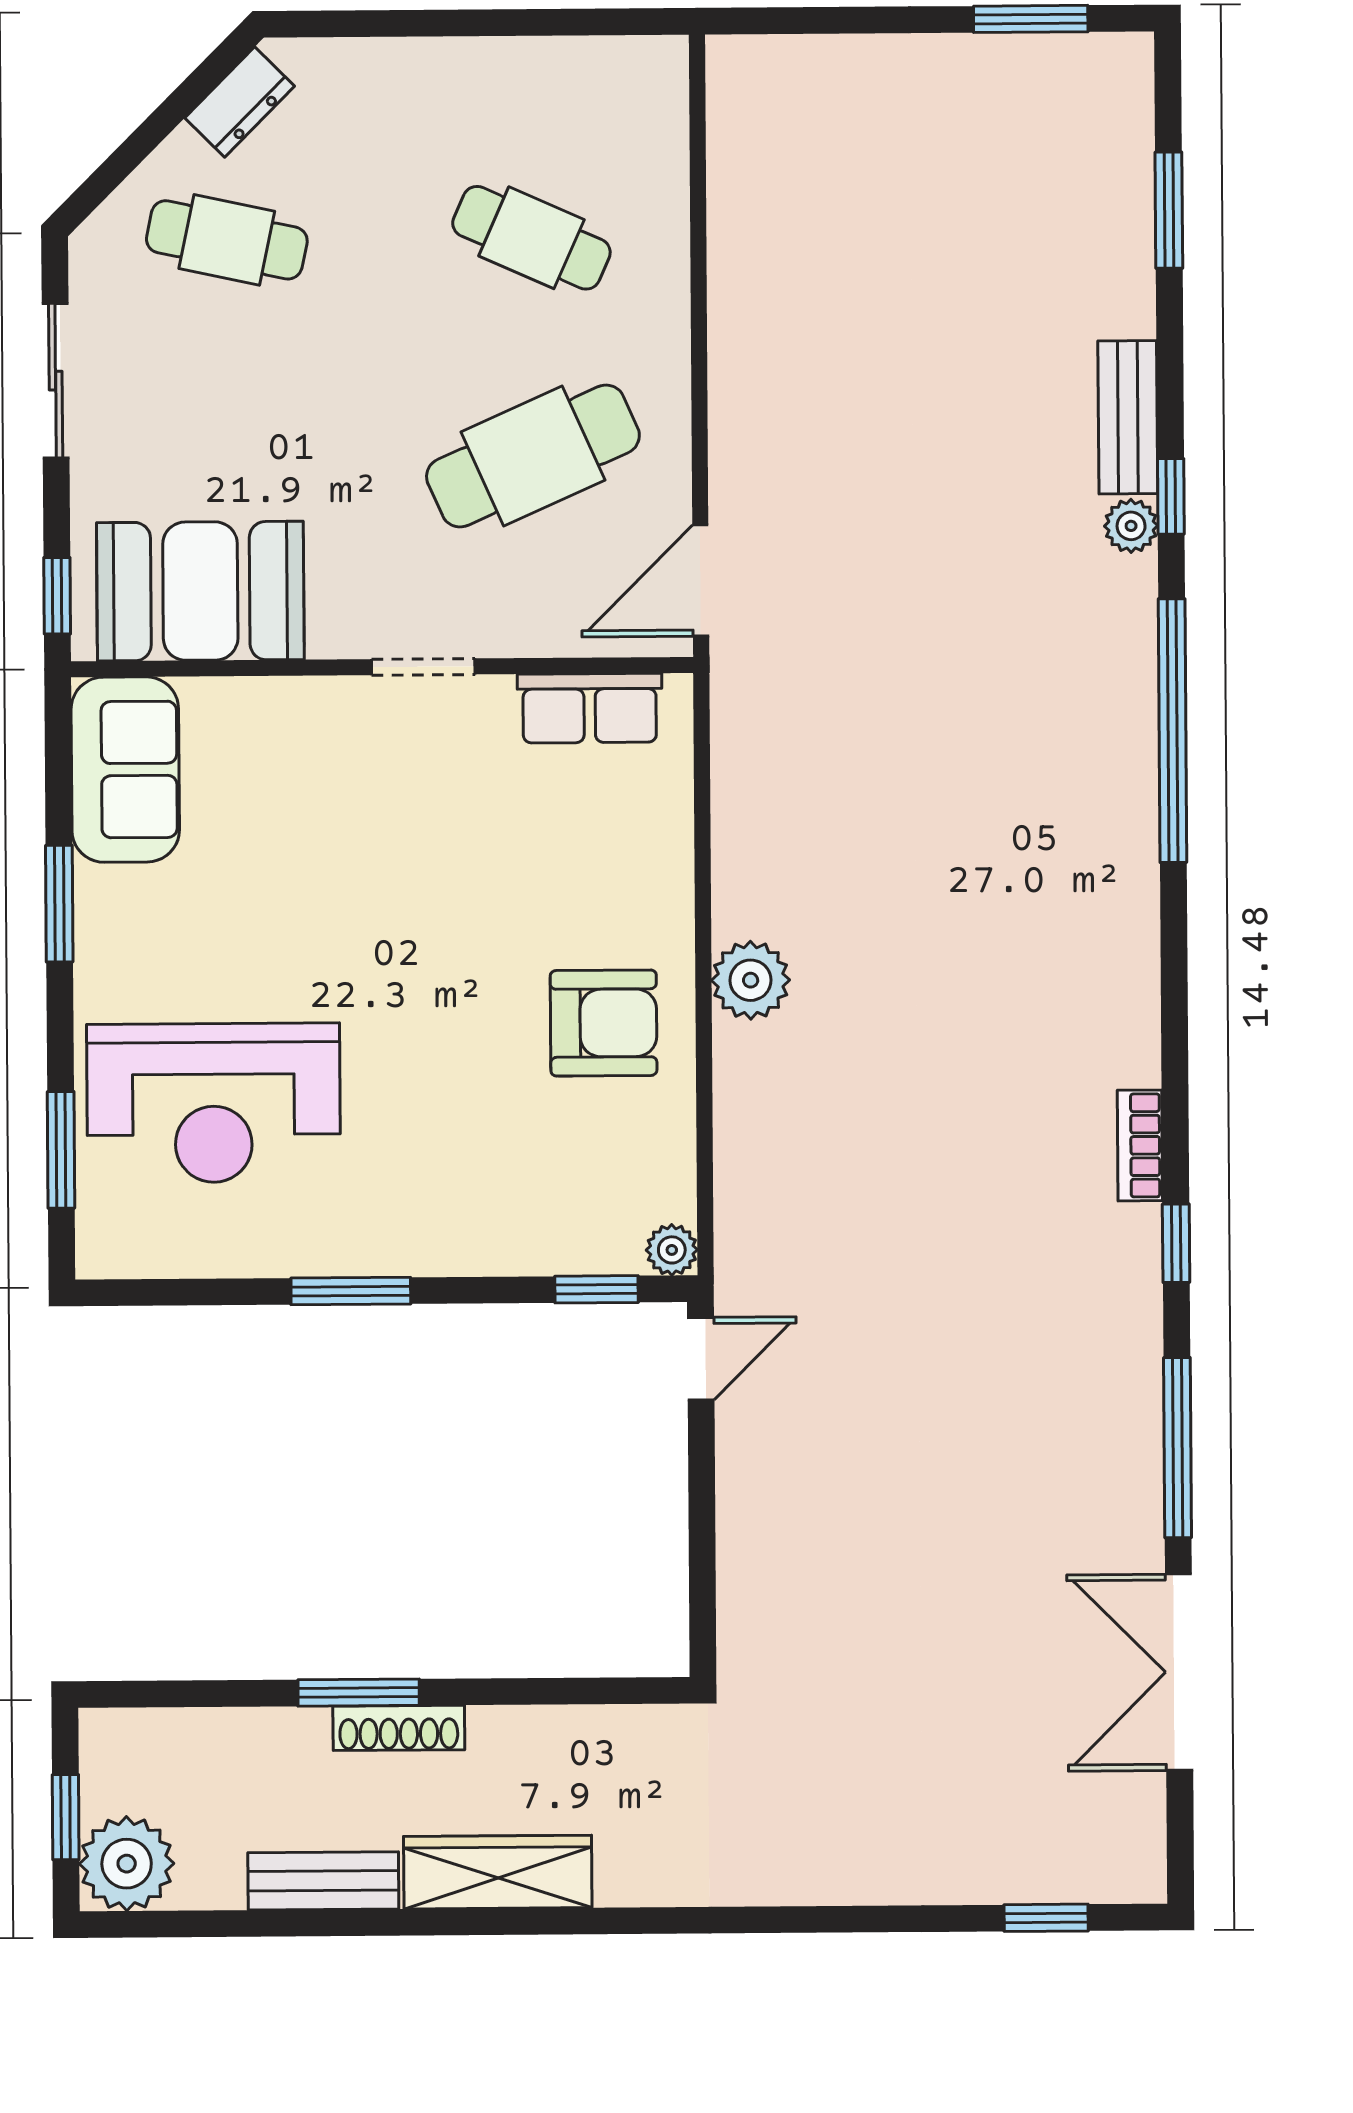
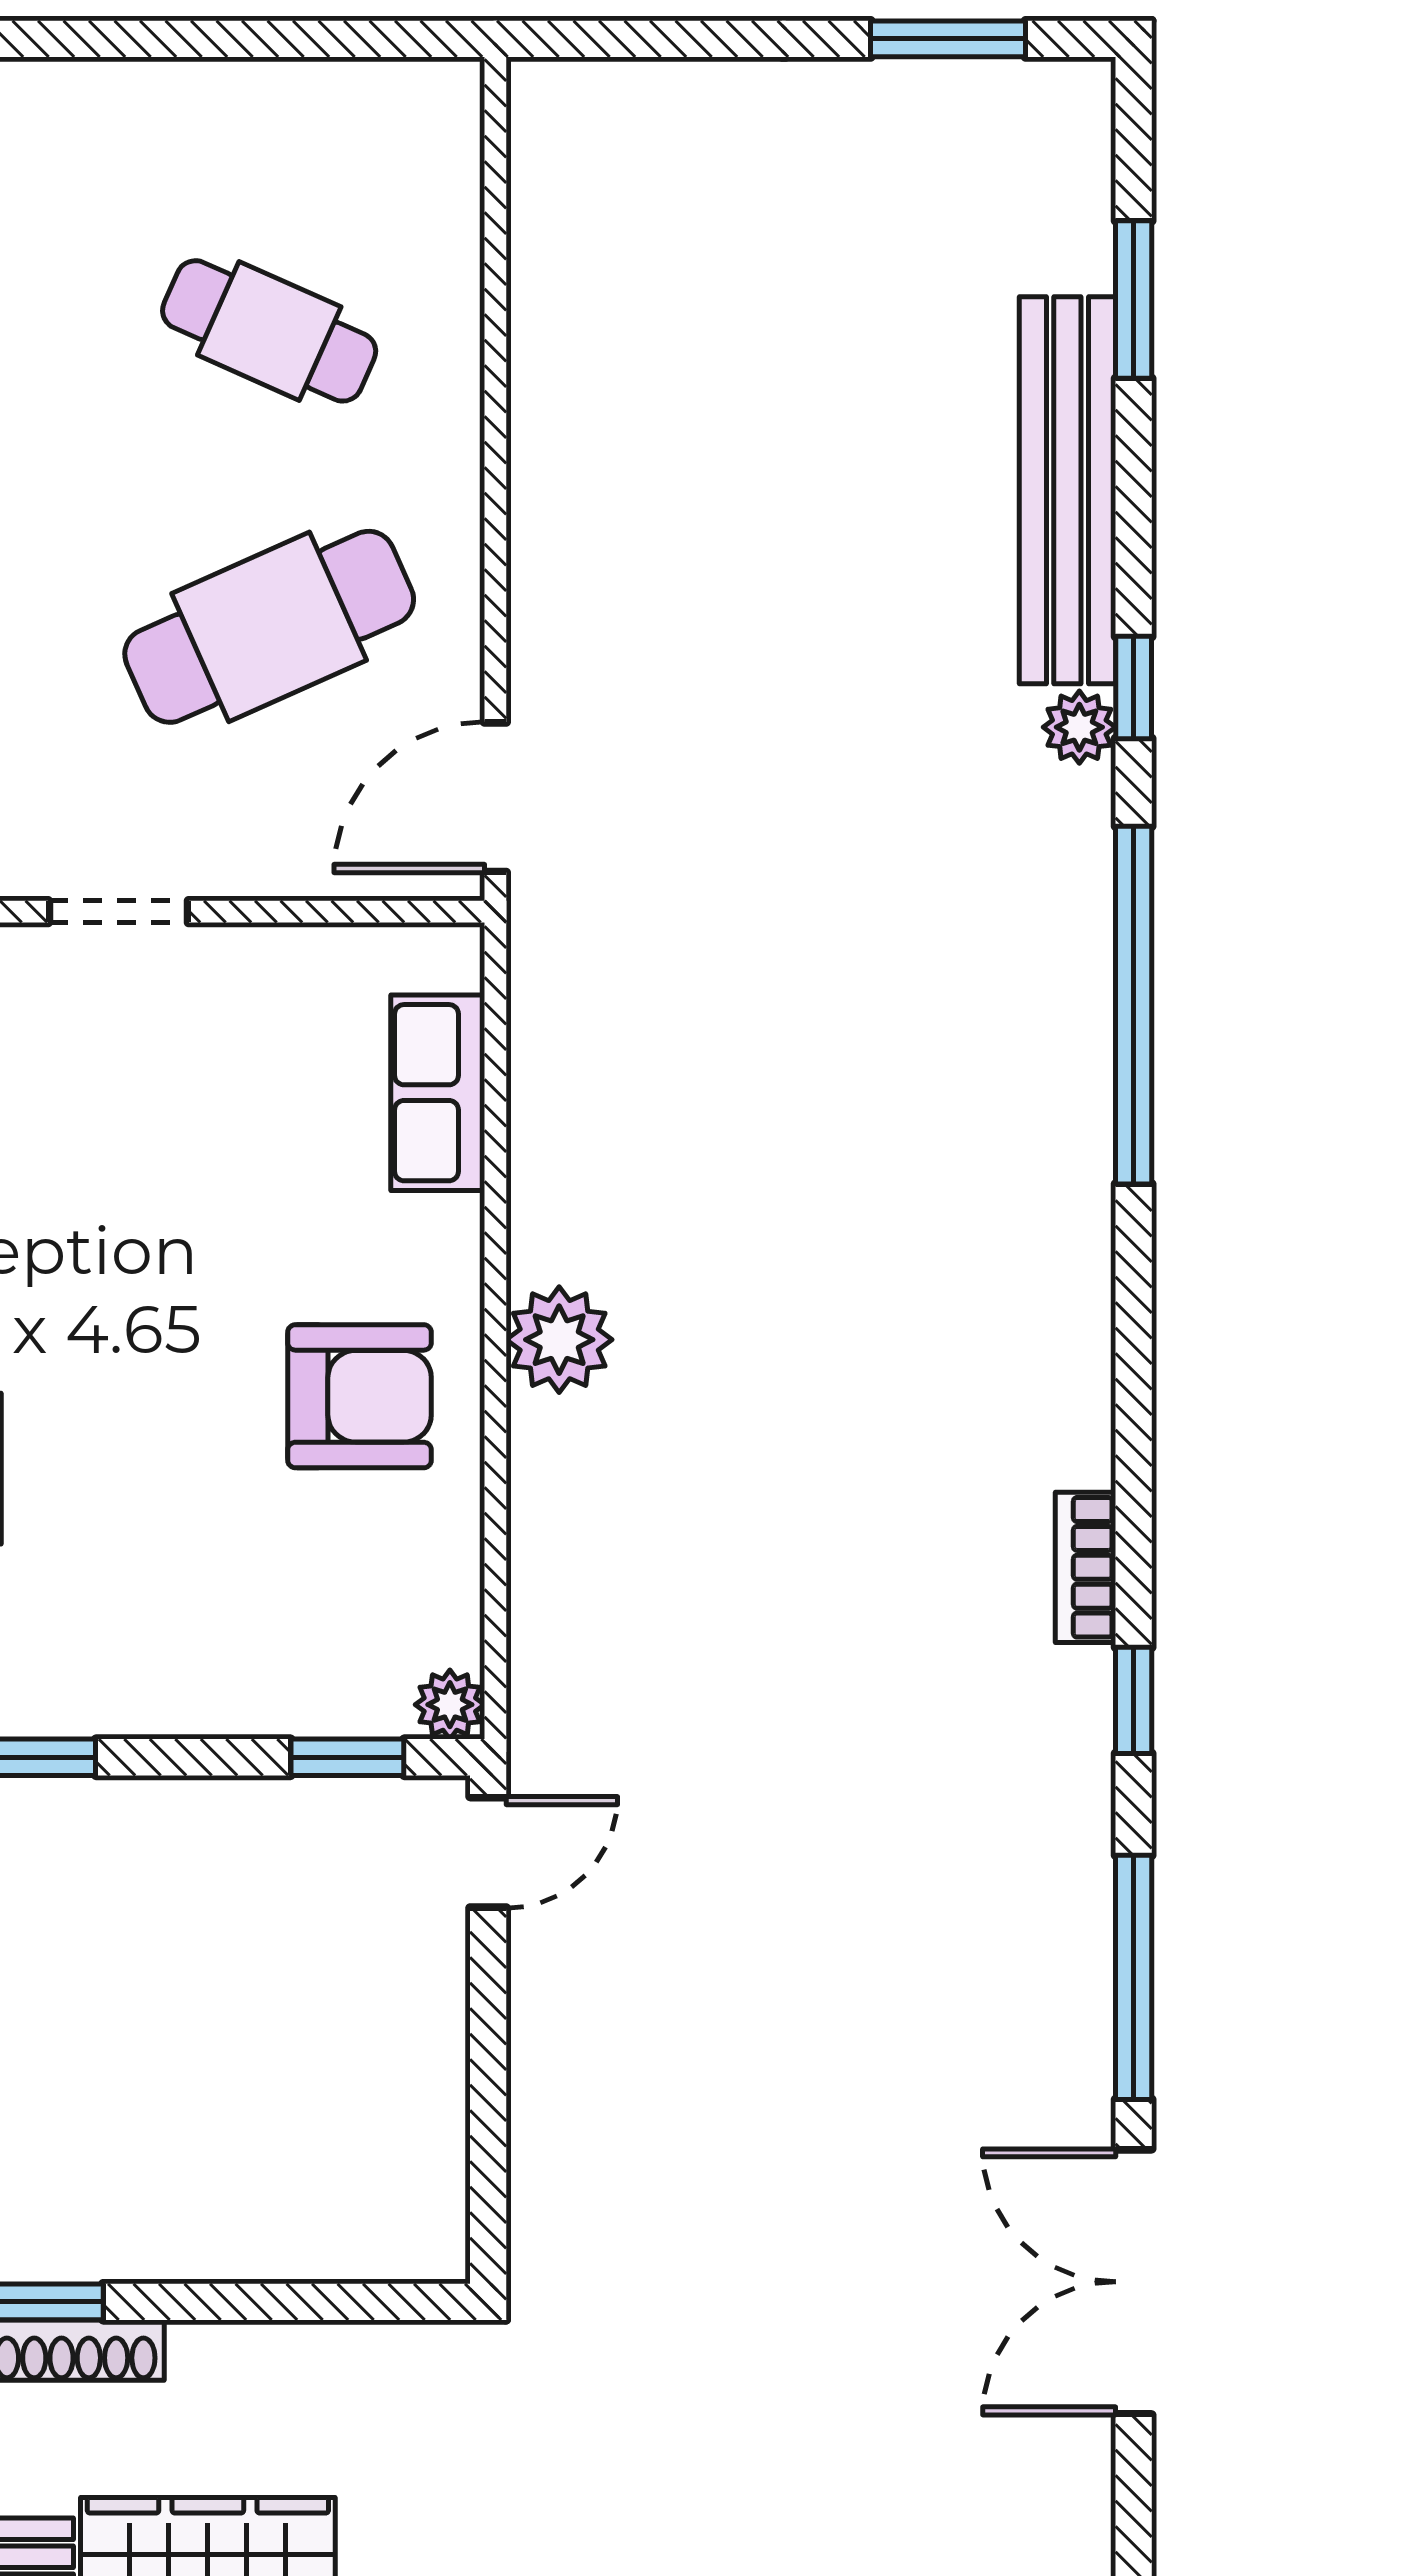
bench: (1128, 417) -> (1067, 490), width x1.86, depth x1.21
row of seats: (590, 708) -> (438, 1093), moved, turned 90

